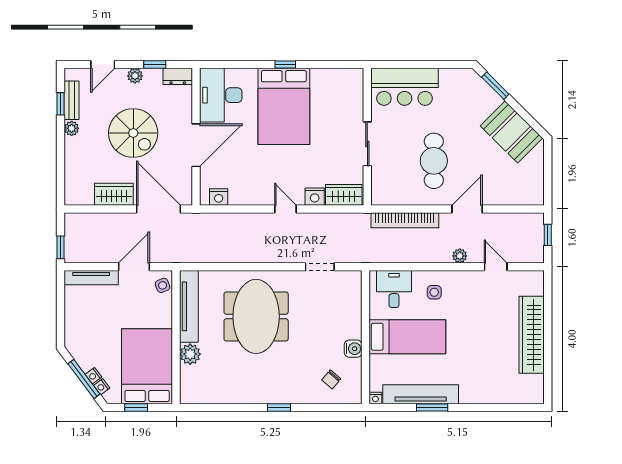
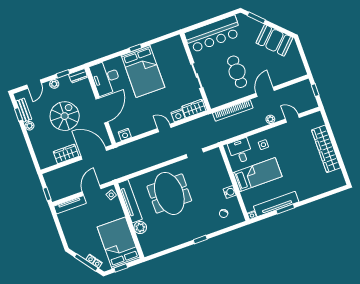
bar counter: (405, 87) -> (213, 34), width x1.36
spiral stairs: (133, 133) -> (65, 116), turned -90

